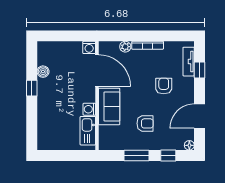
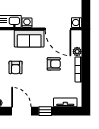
window: (199, 70) -> (45, 111), moved
door: (97, 71) -> (58, 29), hinge flipped
armchair: (164, 86) -> (54, 64), moved

